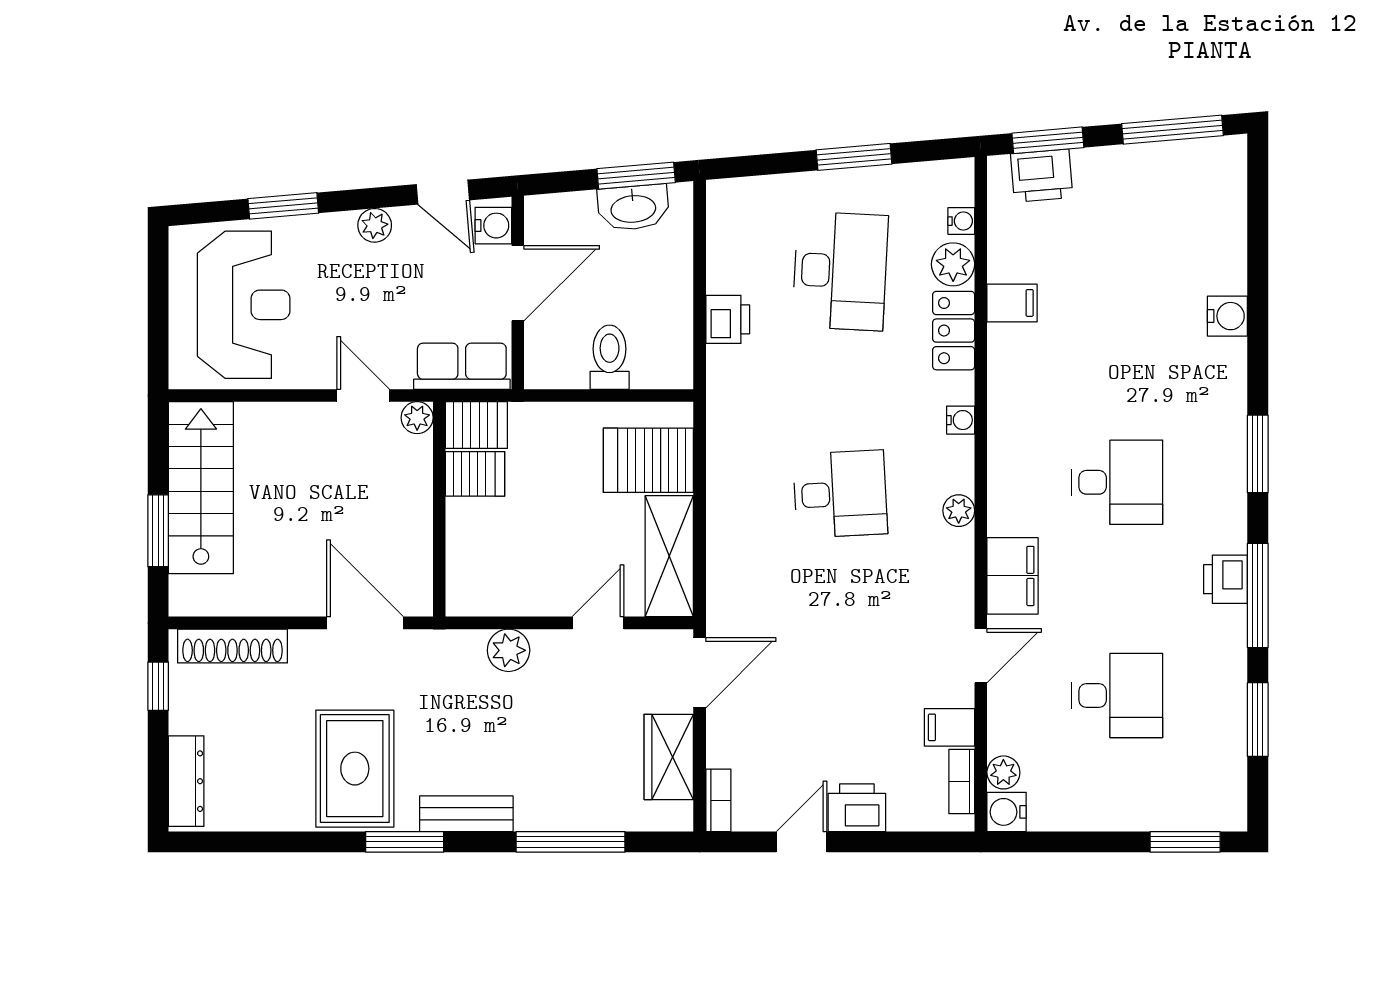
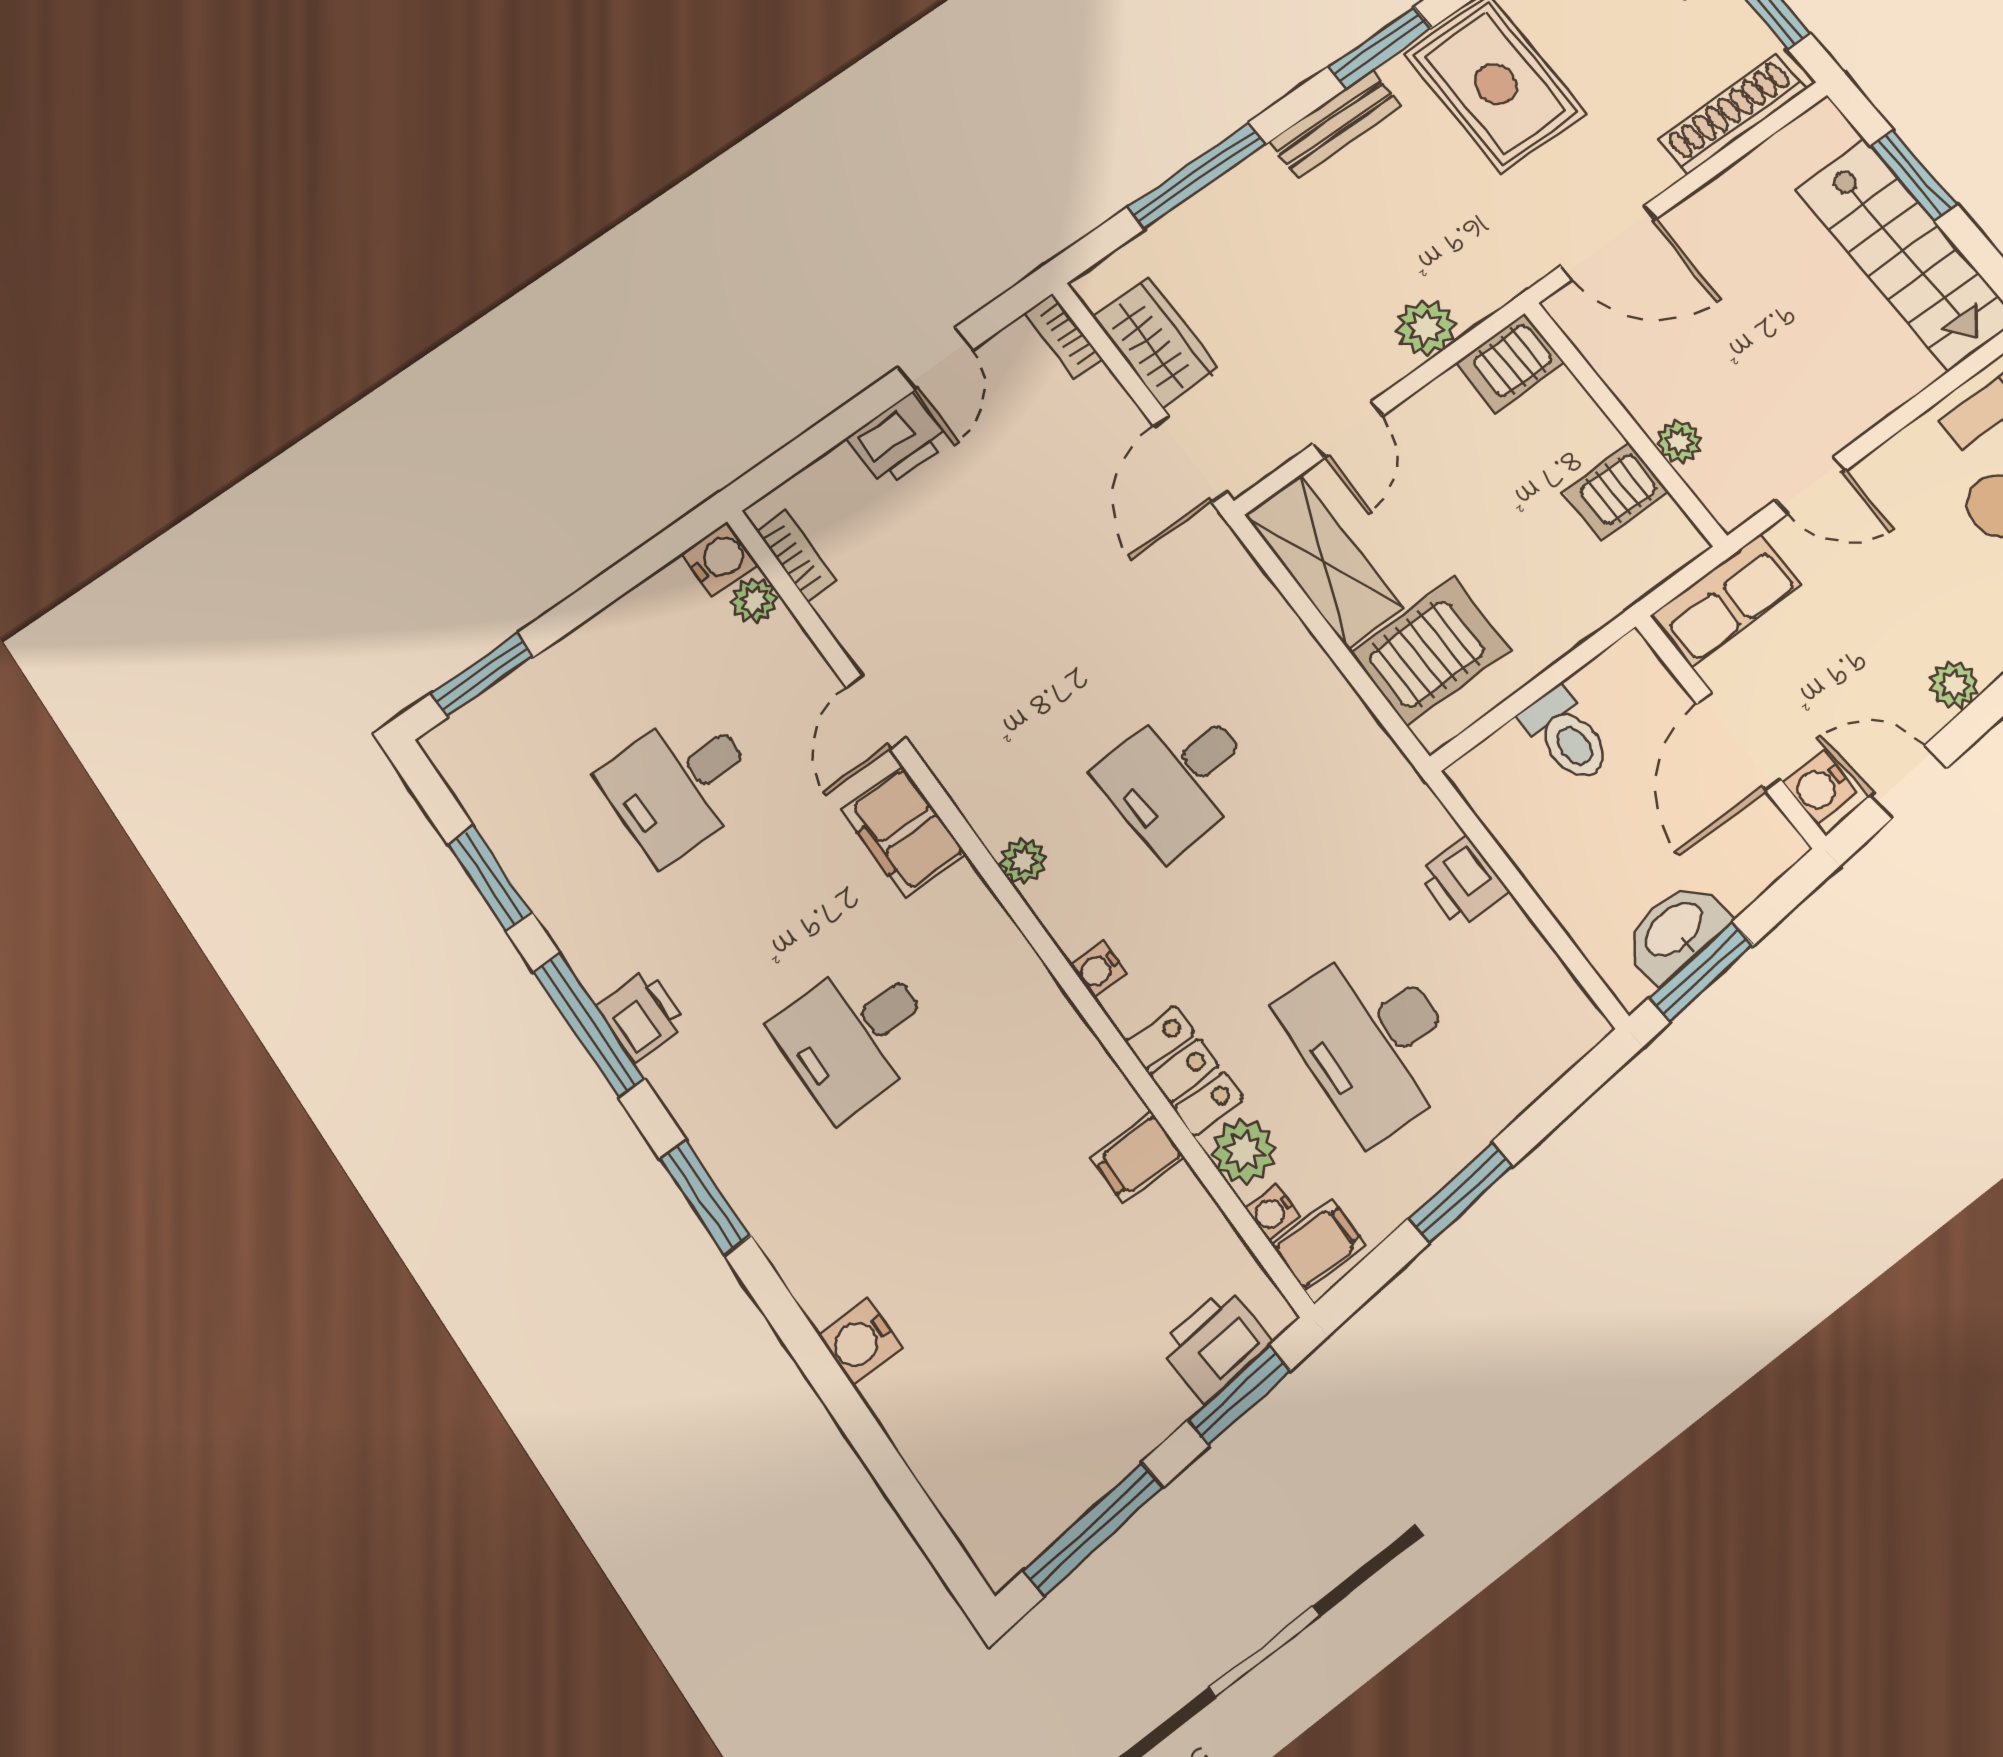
plant: (417, 418) -> (1679, 442), moved
server rack: (476, 425) -> (1510, 363), moved
filing cabinet: (949, 727) -> (1319, 1245), moved

